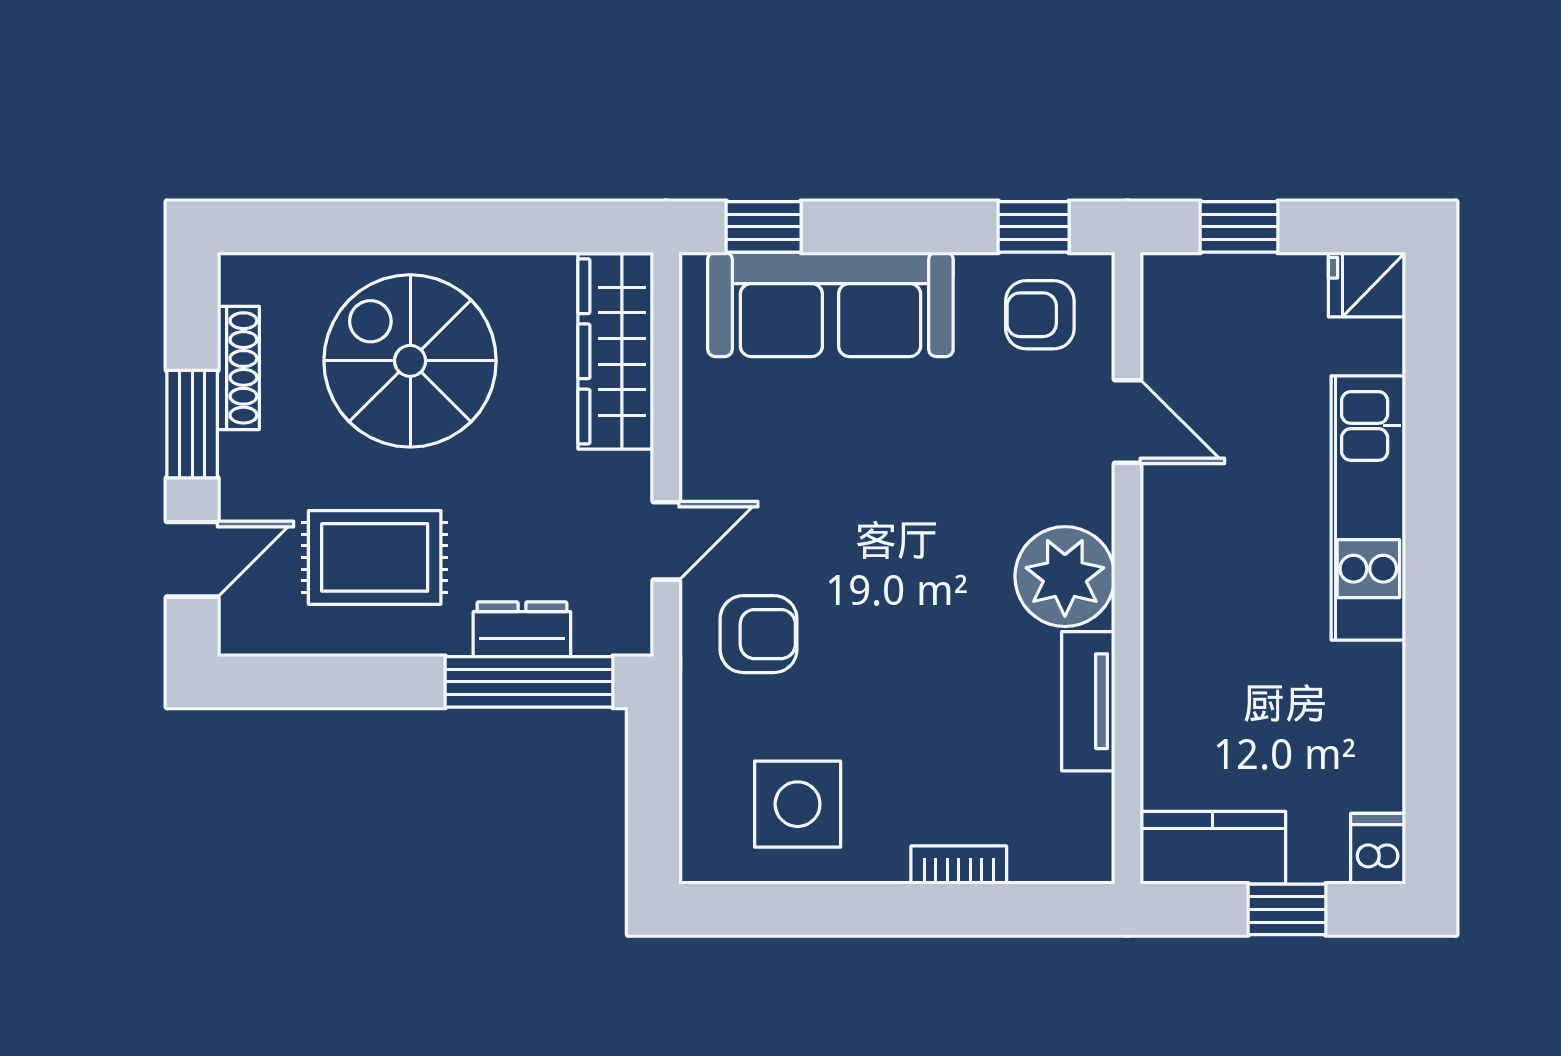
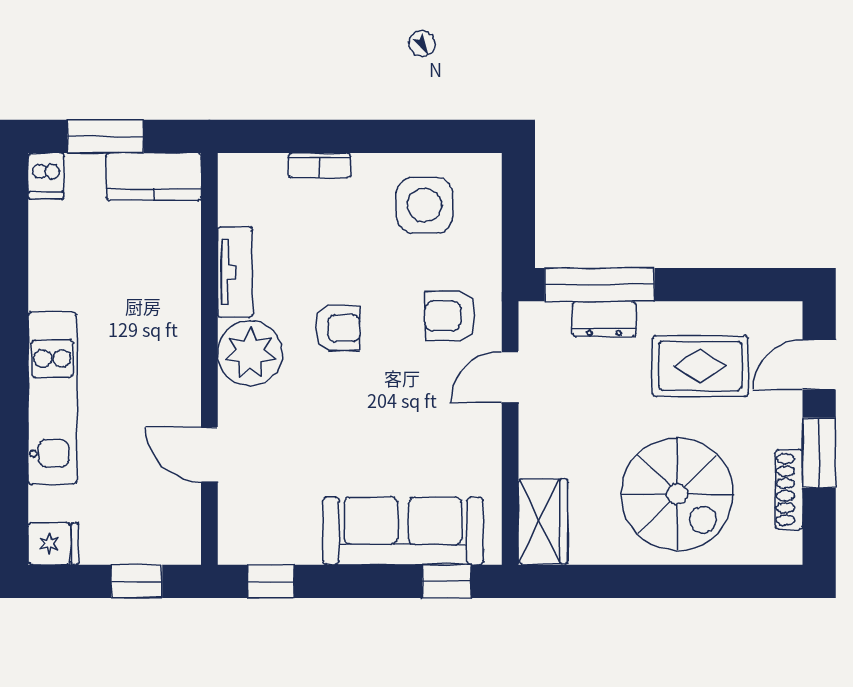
armchair: (1040, 315) -> (338, 328), moved
wardrobe: (616, 351) -> (543, 522), width x0.67
window: (1287, 909) -> (105, 136), width x1.50

